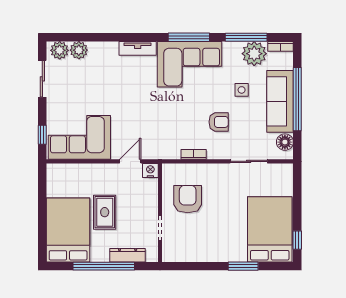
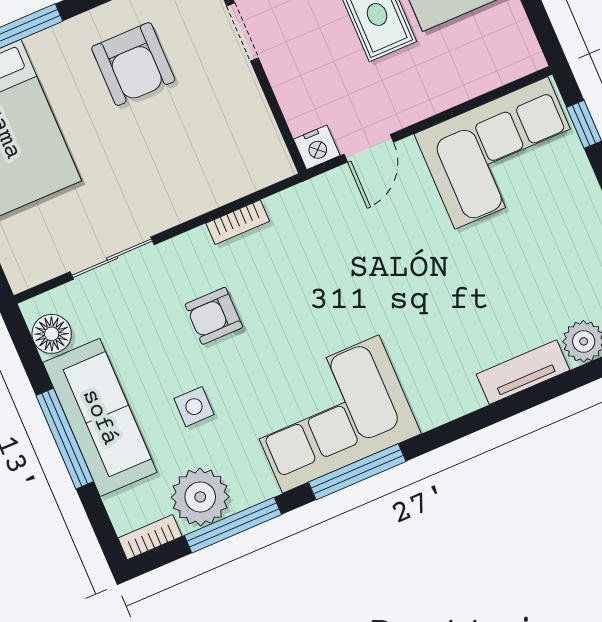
tv unit: (138, 48) -> (523, 372), moved
window: (297, 99) -> (65, 439), width x0.68
armchair: (188, 199) -> (133, 64), moved

